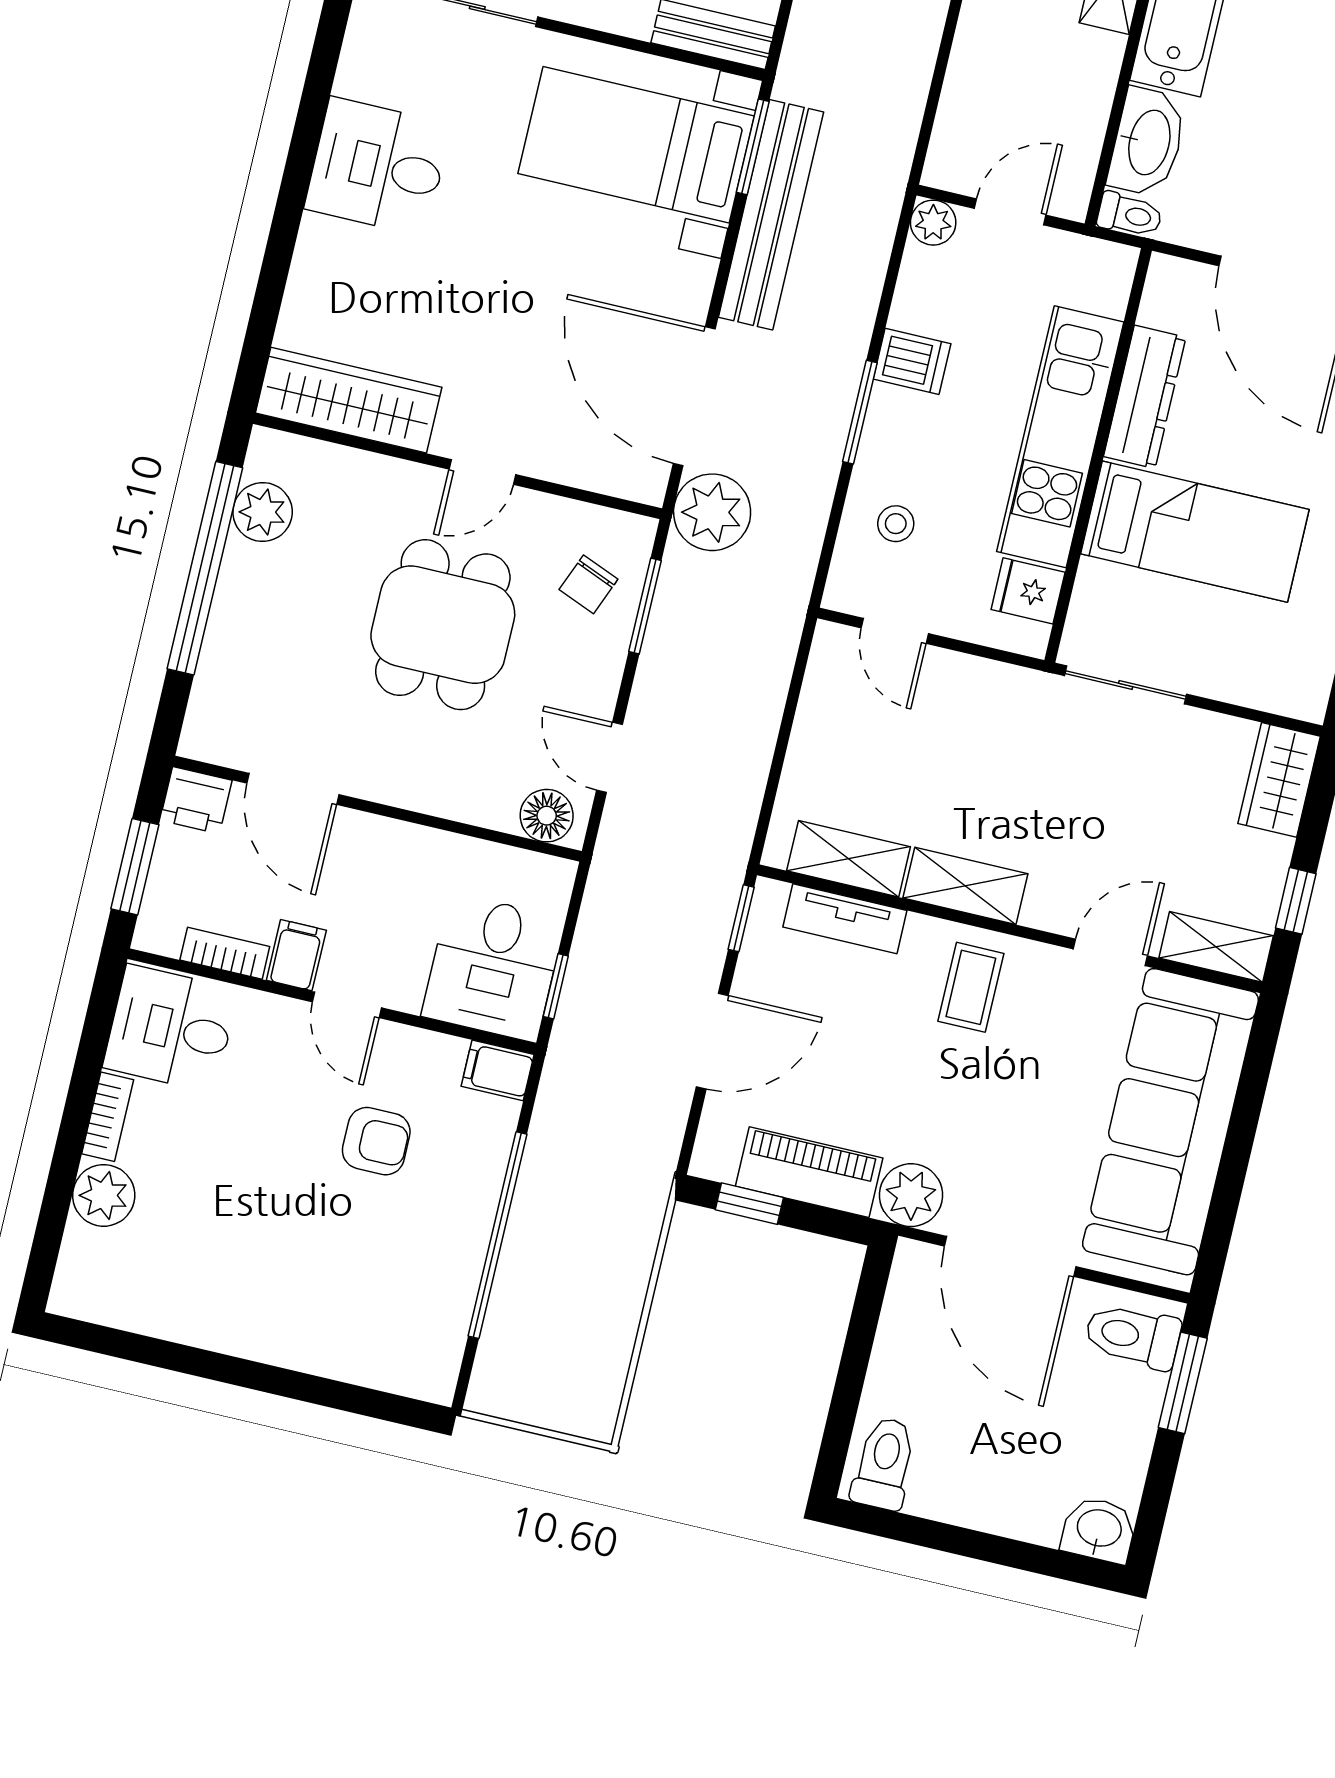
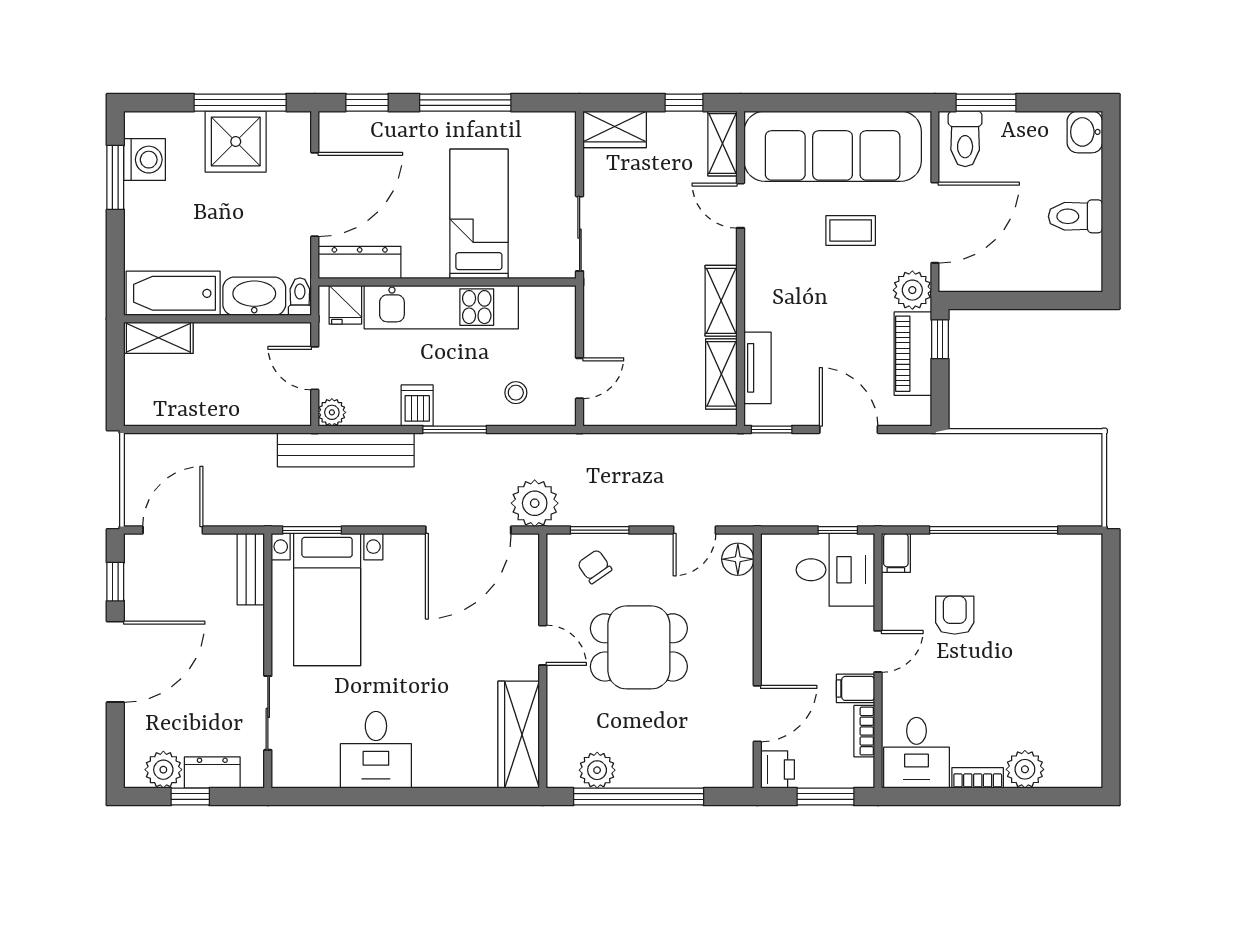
bench: (771, 215) -> (346, 450), moved
dresser: (1145, 397) -> (360, 262), moved
chair: (588, 584) -> (595, 567), turned -147
fridge: (1028, 591) -> (345, 305), moved
coffee table: (971, 987) -> (851, 230), moved
window: (749, 1204) -> (940, 339), moved
toilet: (884, 1463) -> (1075, 216), moved

